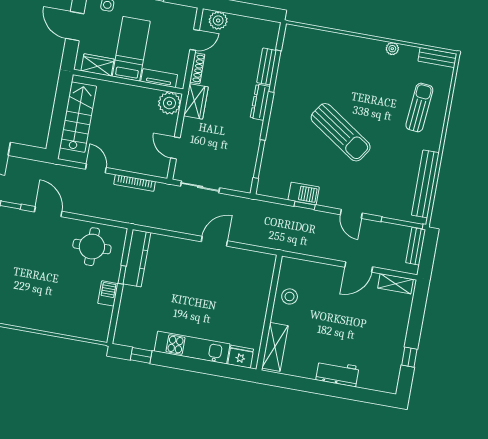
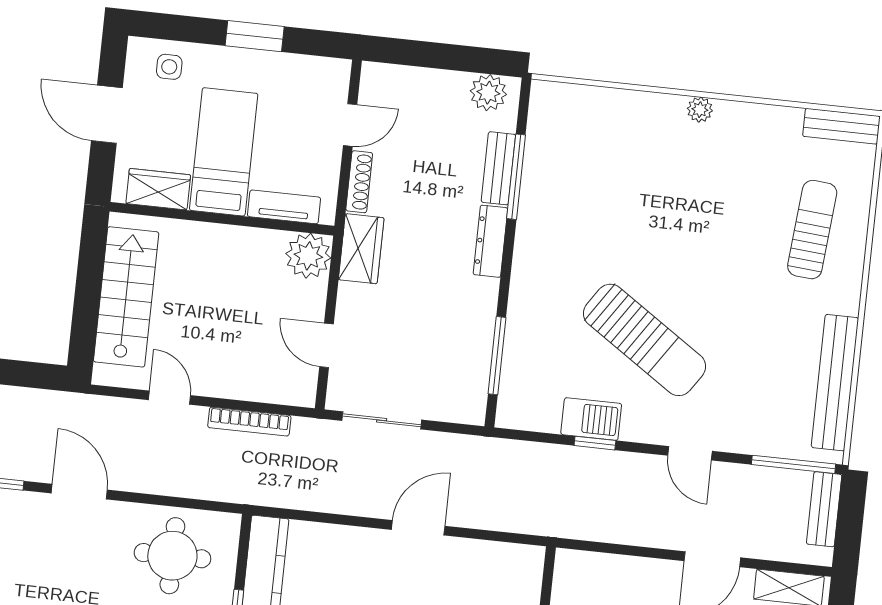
plant: (218, 20) -> (488, 93), moved
plant: (392, 49) -> (700, 110), moved
sun lounger: (341, 132) -> (645, 340), moved

